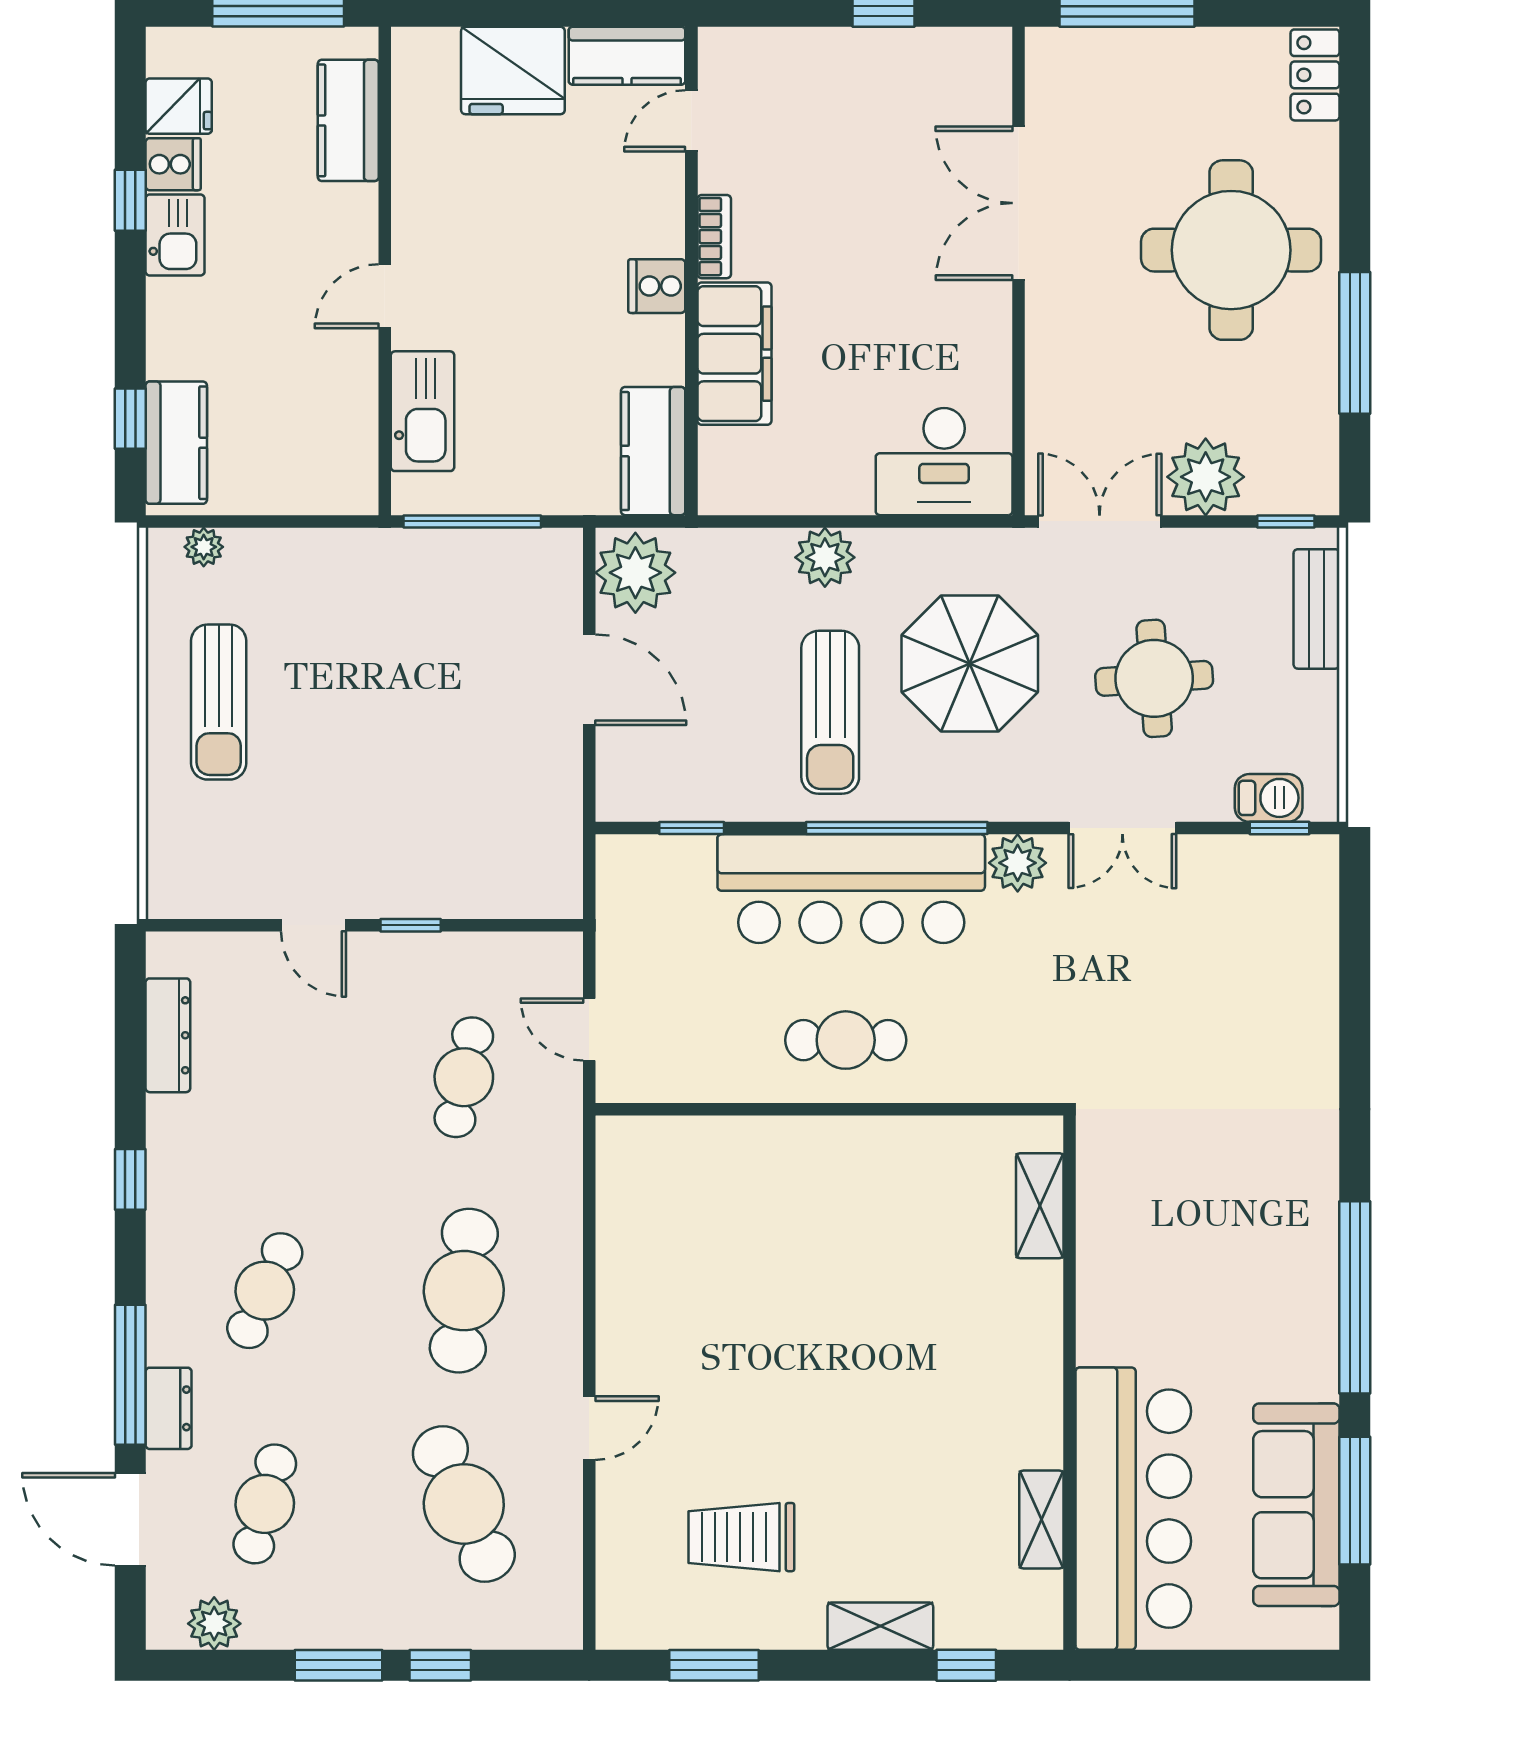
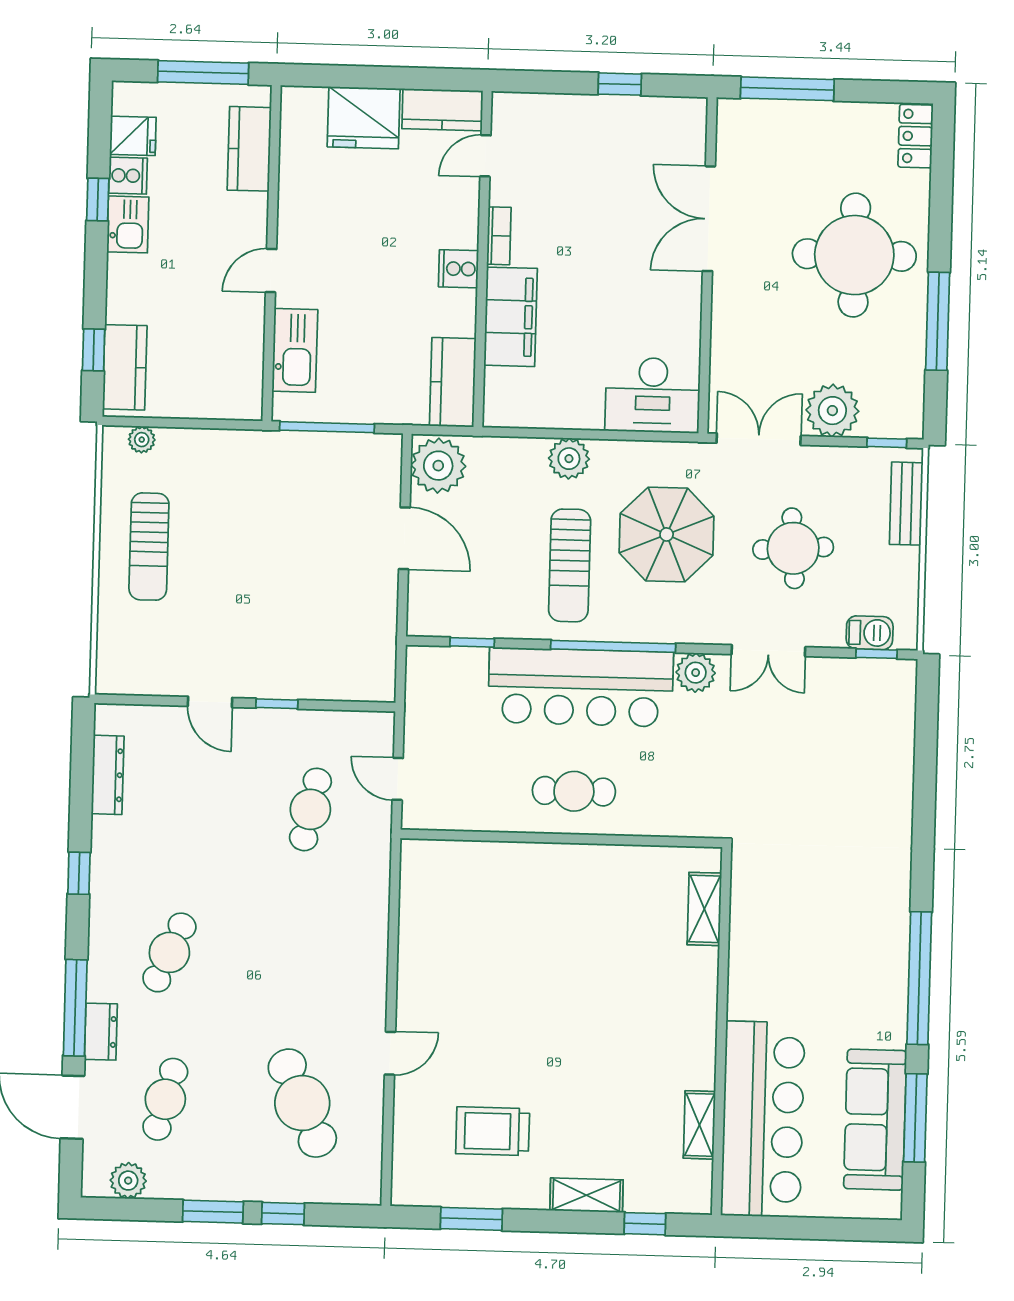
cafe table: (464, 1291) -> (306, 956), removed

